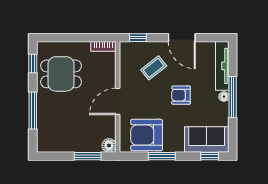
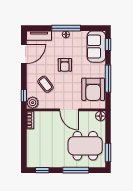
door: (182, 38) -> (24, 54), moved
plant: (128, 50) -> (33, 103), added
tv unit: (222, 66) -> (39, 36), width x0.71
dining table: (61, 74) -> (85, 146), moved, width x1.38
window: (88, 156) -> (108, 153), moved
window: (162, 156) -> (108, 79), width x1.44

